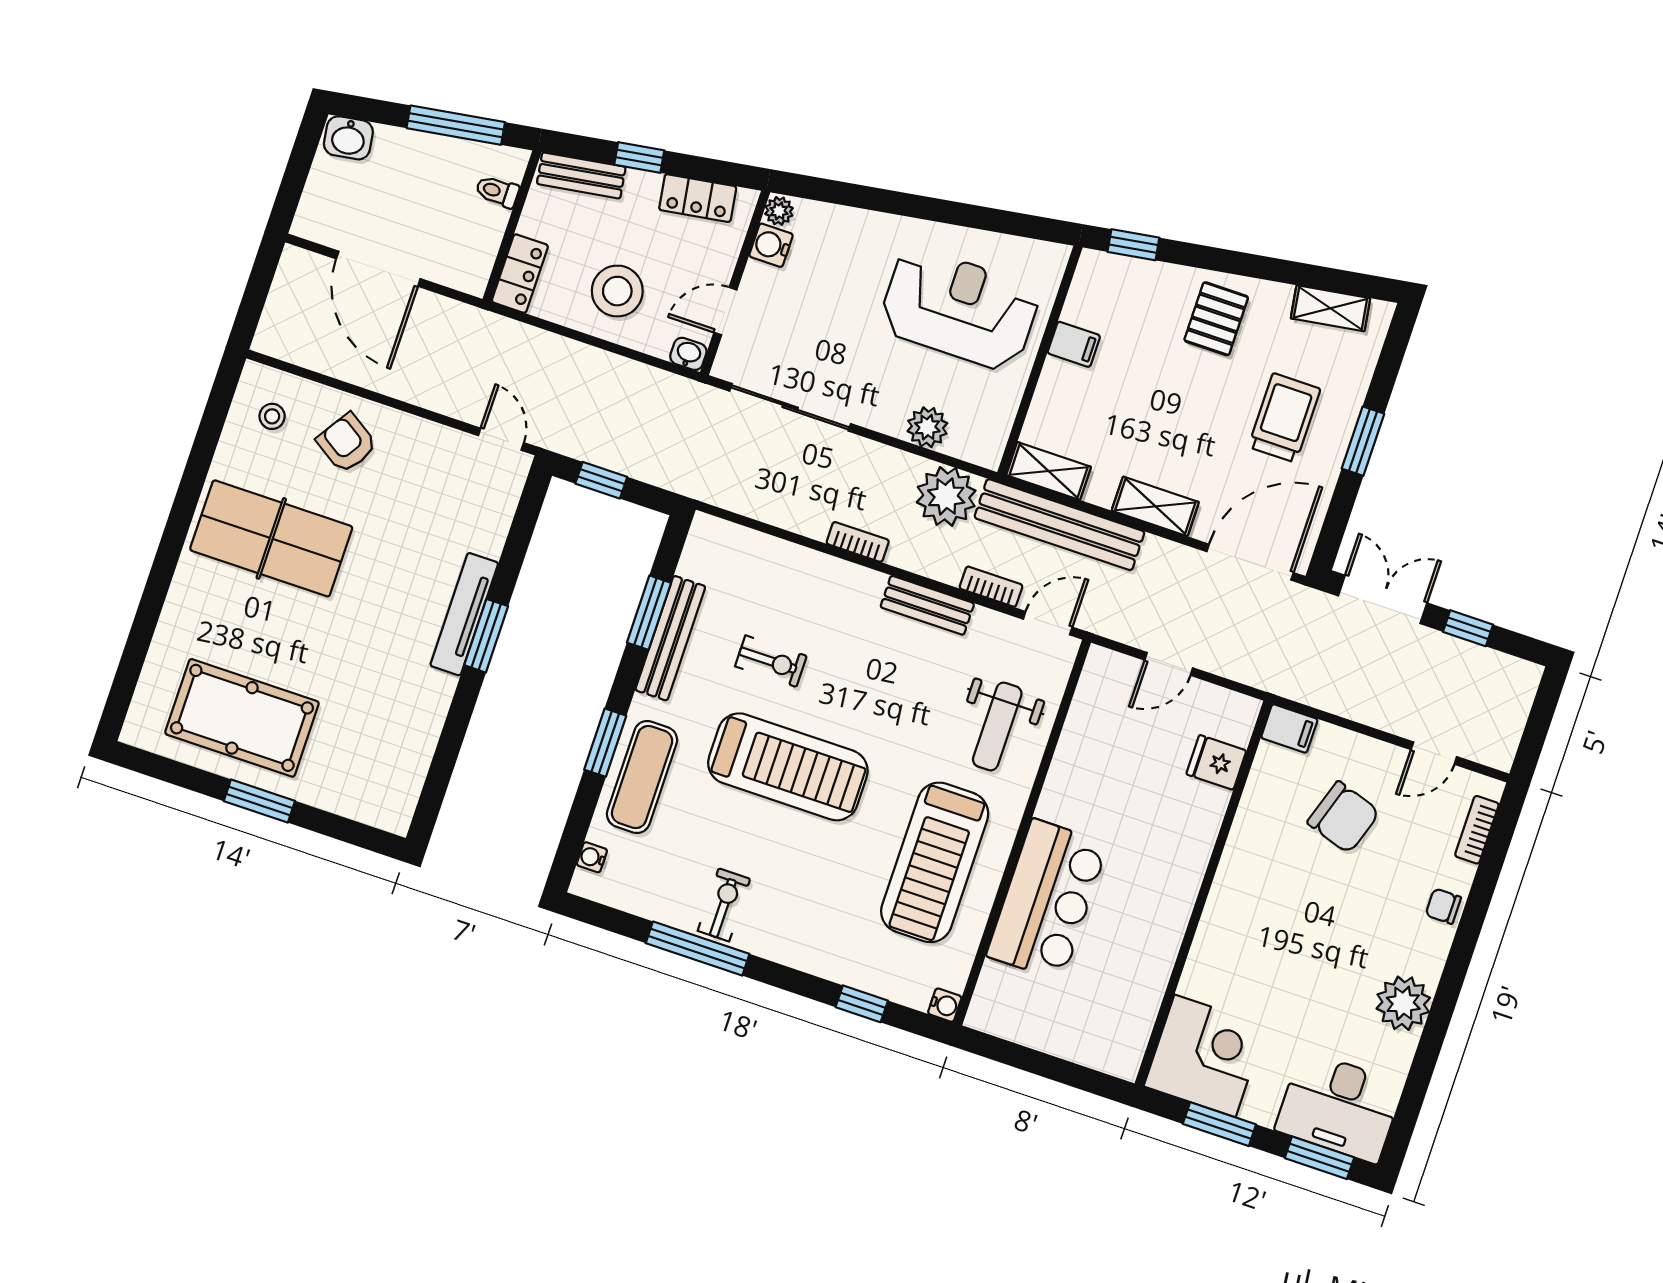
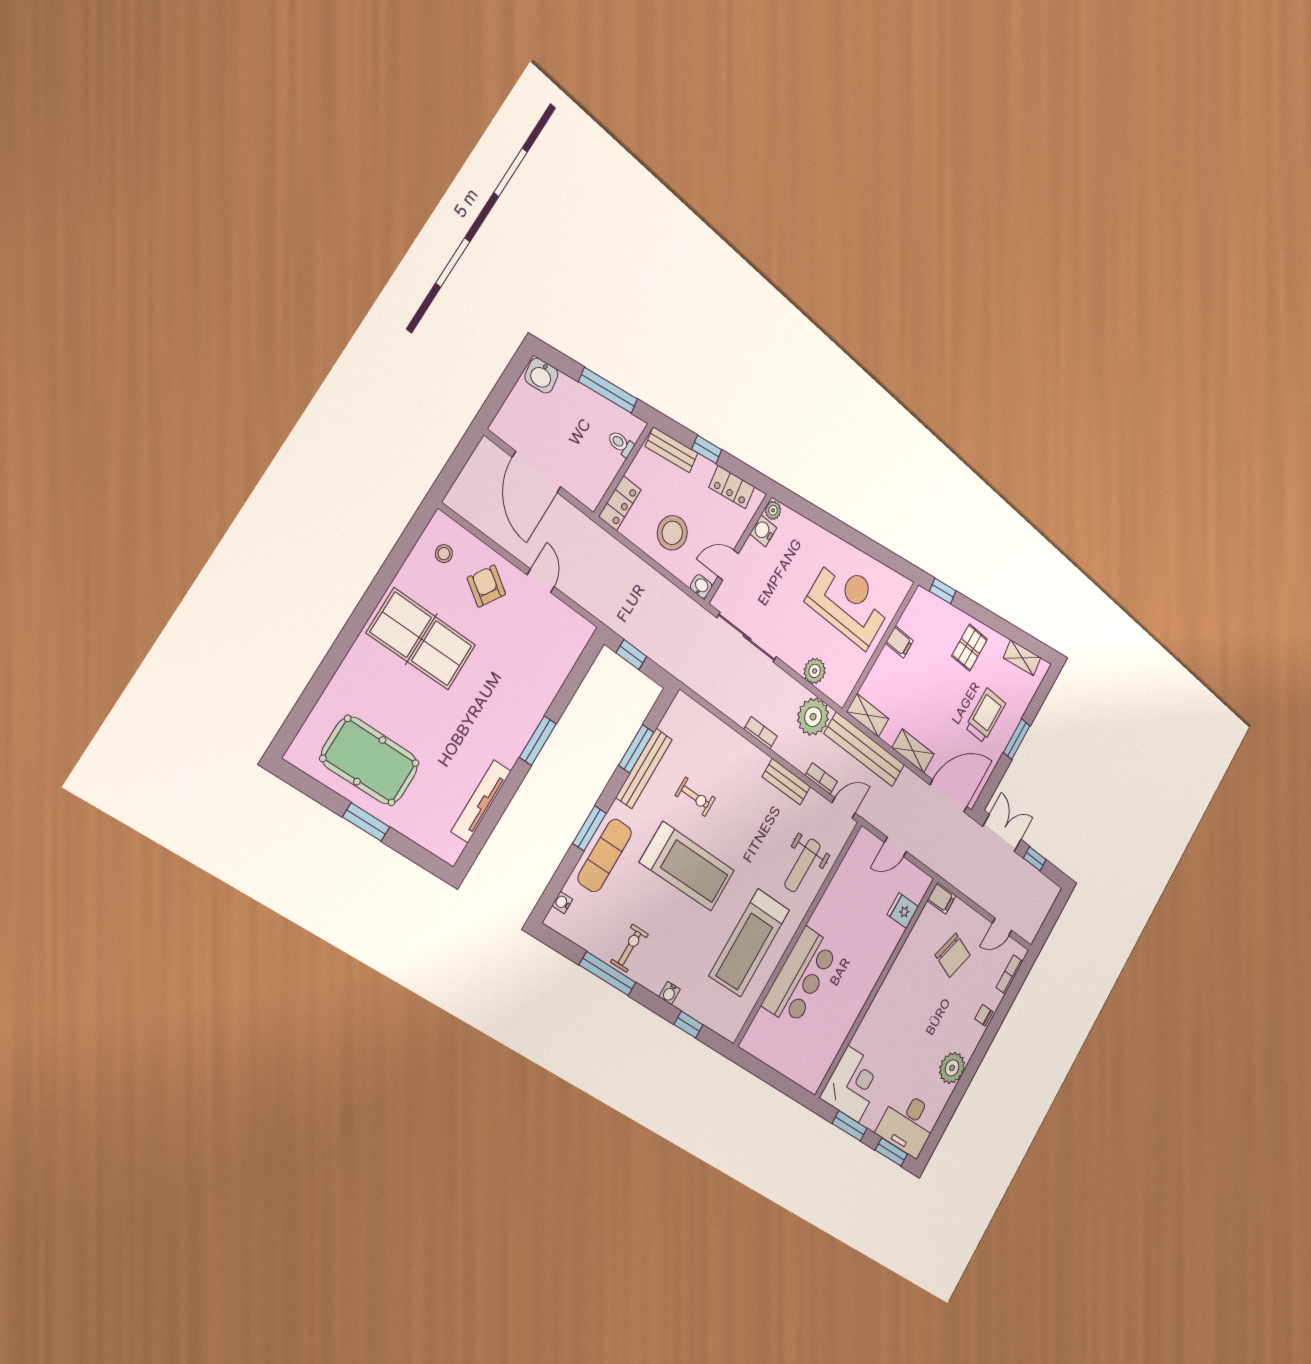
door: (501, 439) -> (541, 581), moved
tv unit: (464, 614) -> (481, 801), moved
water cooler: (945, 1005) -> (670, 993), moved, turned 90

